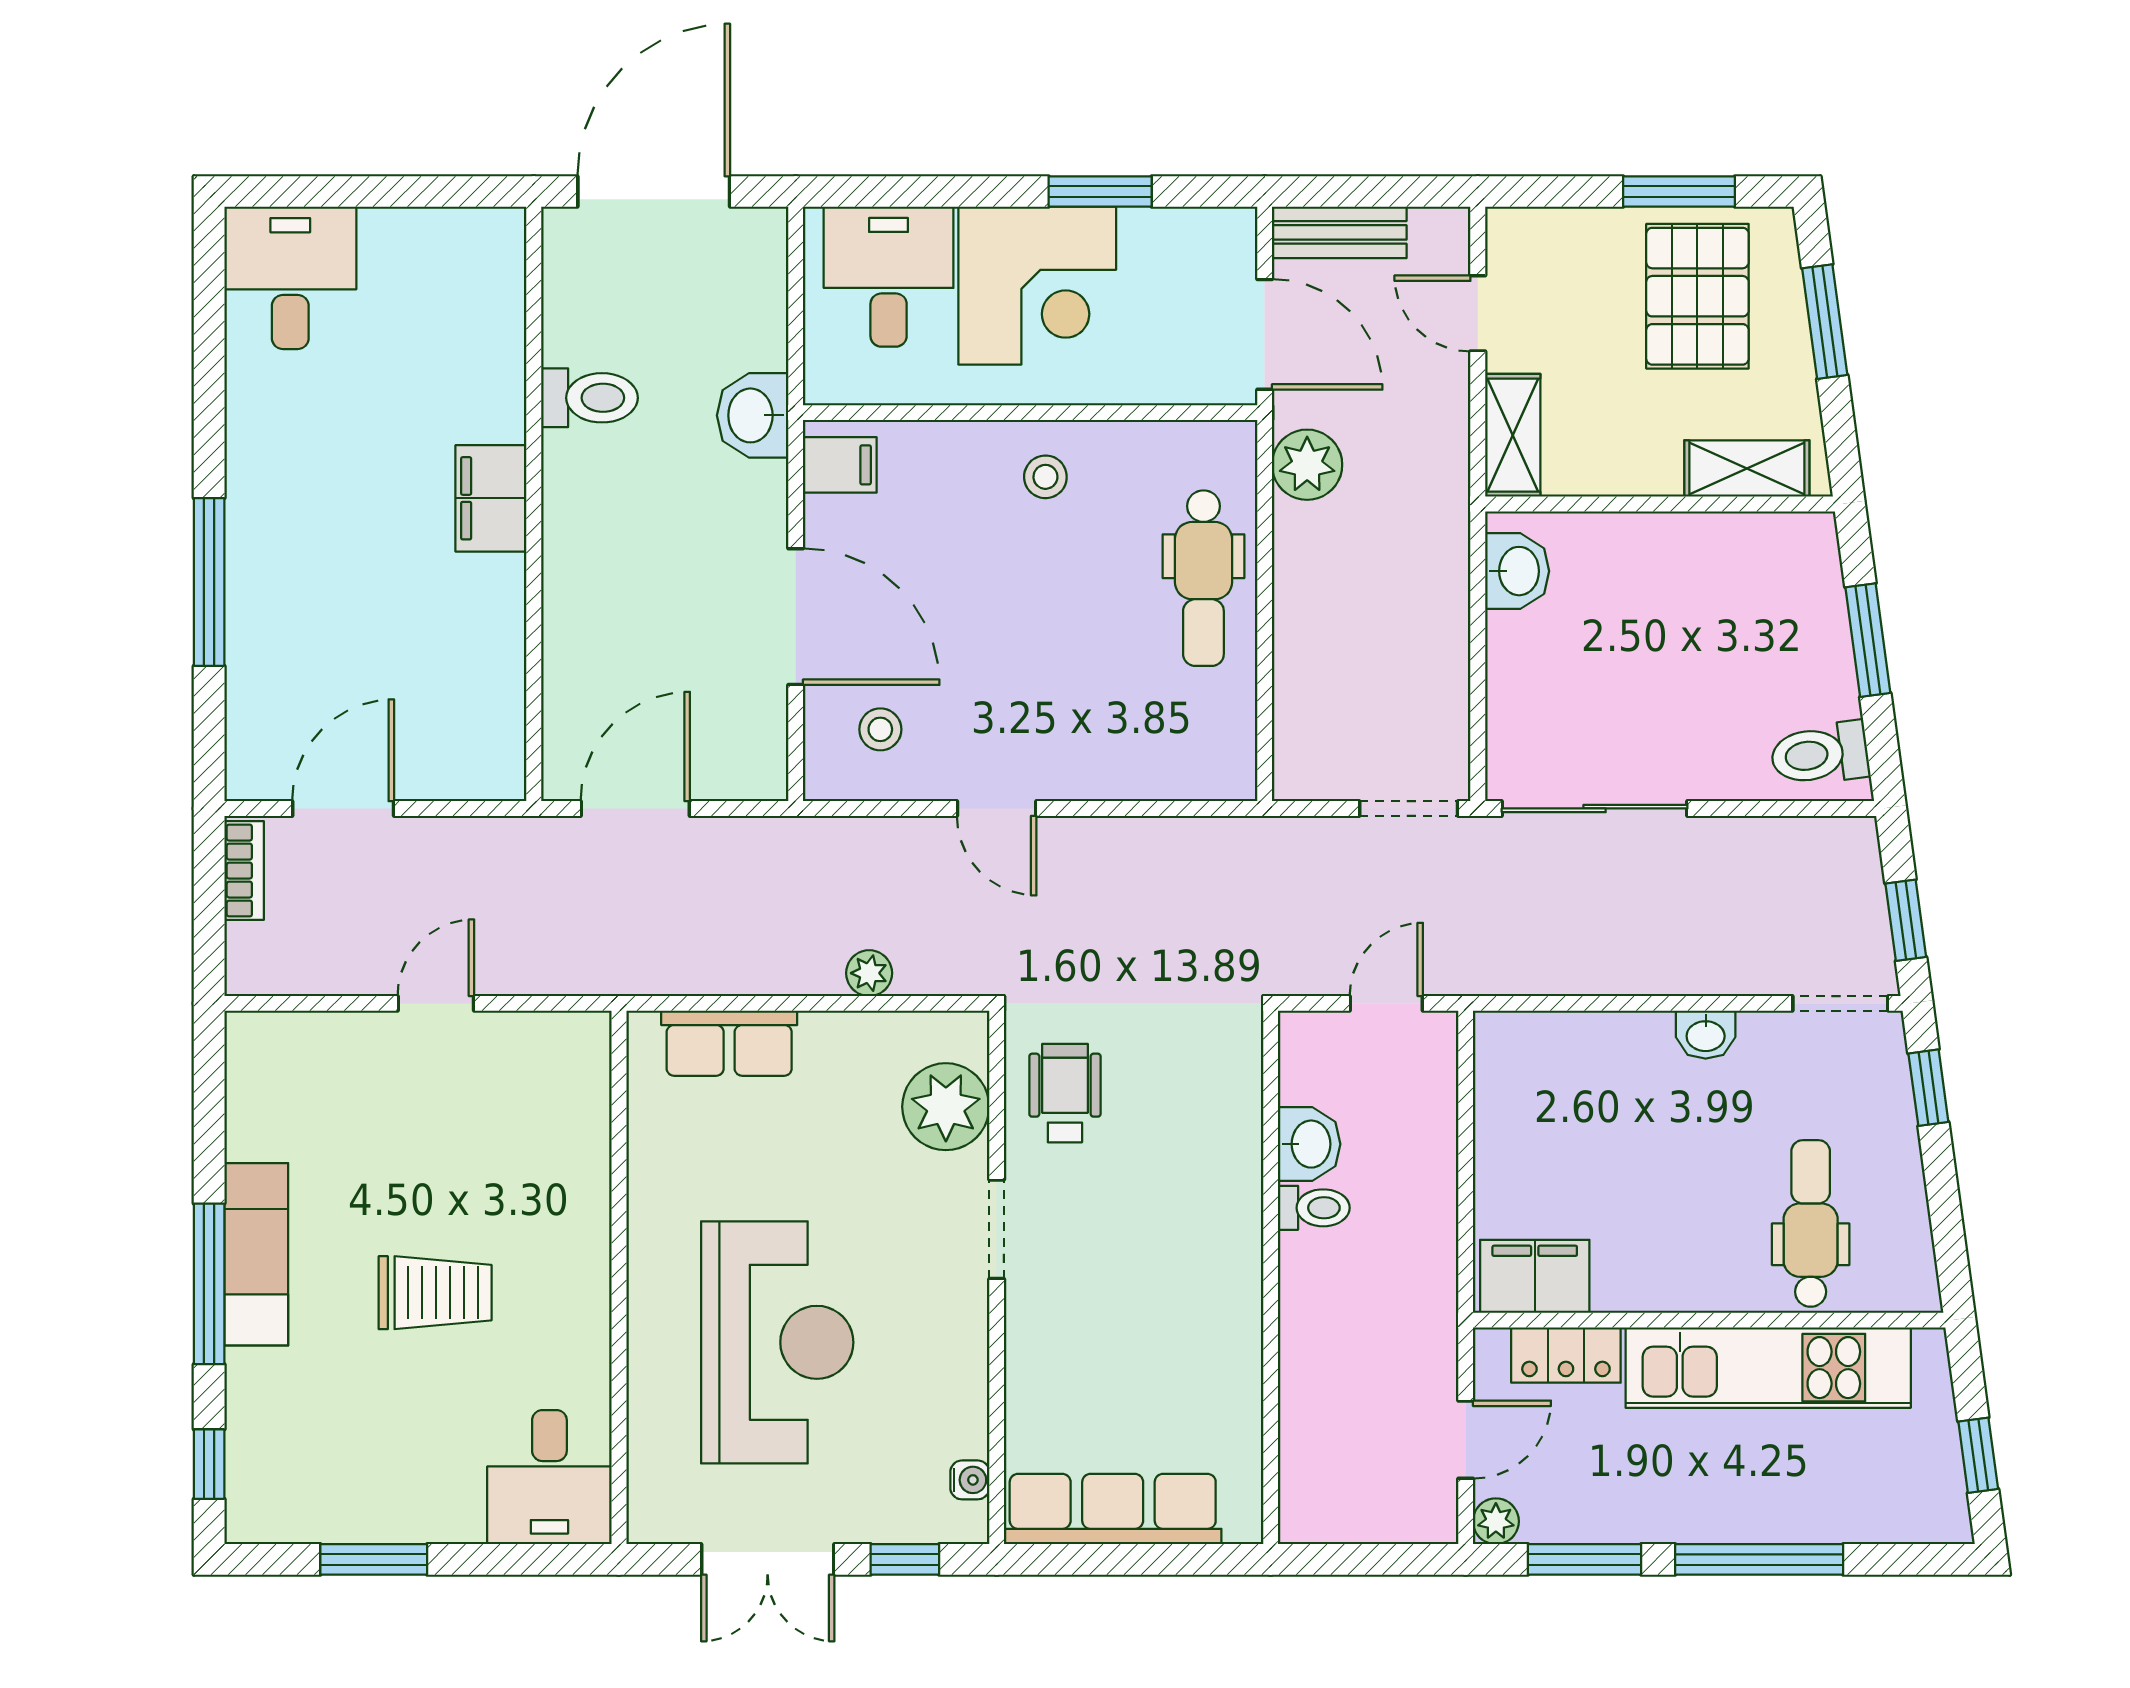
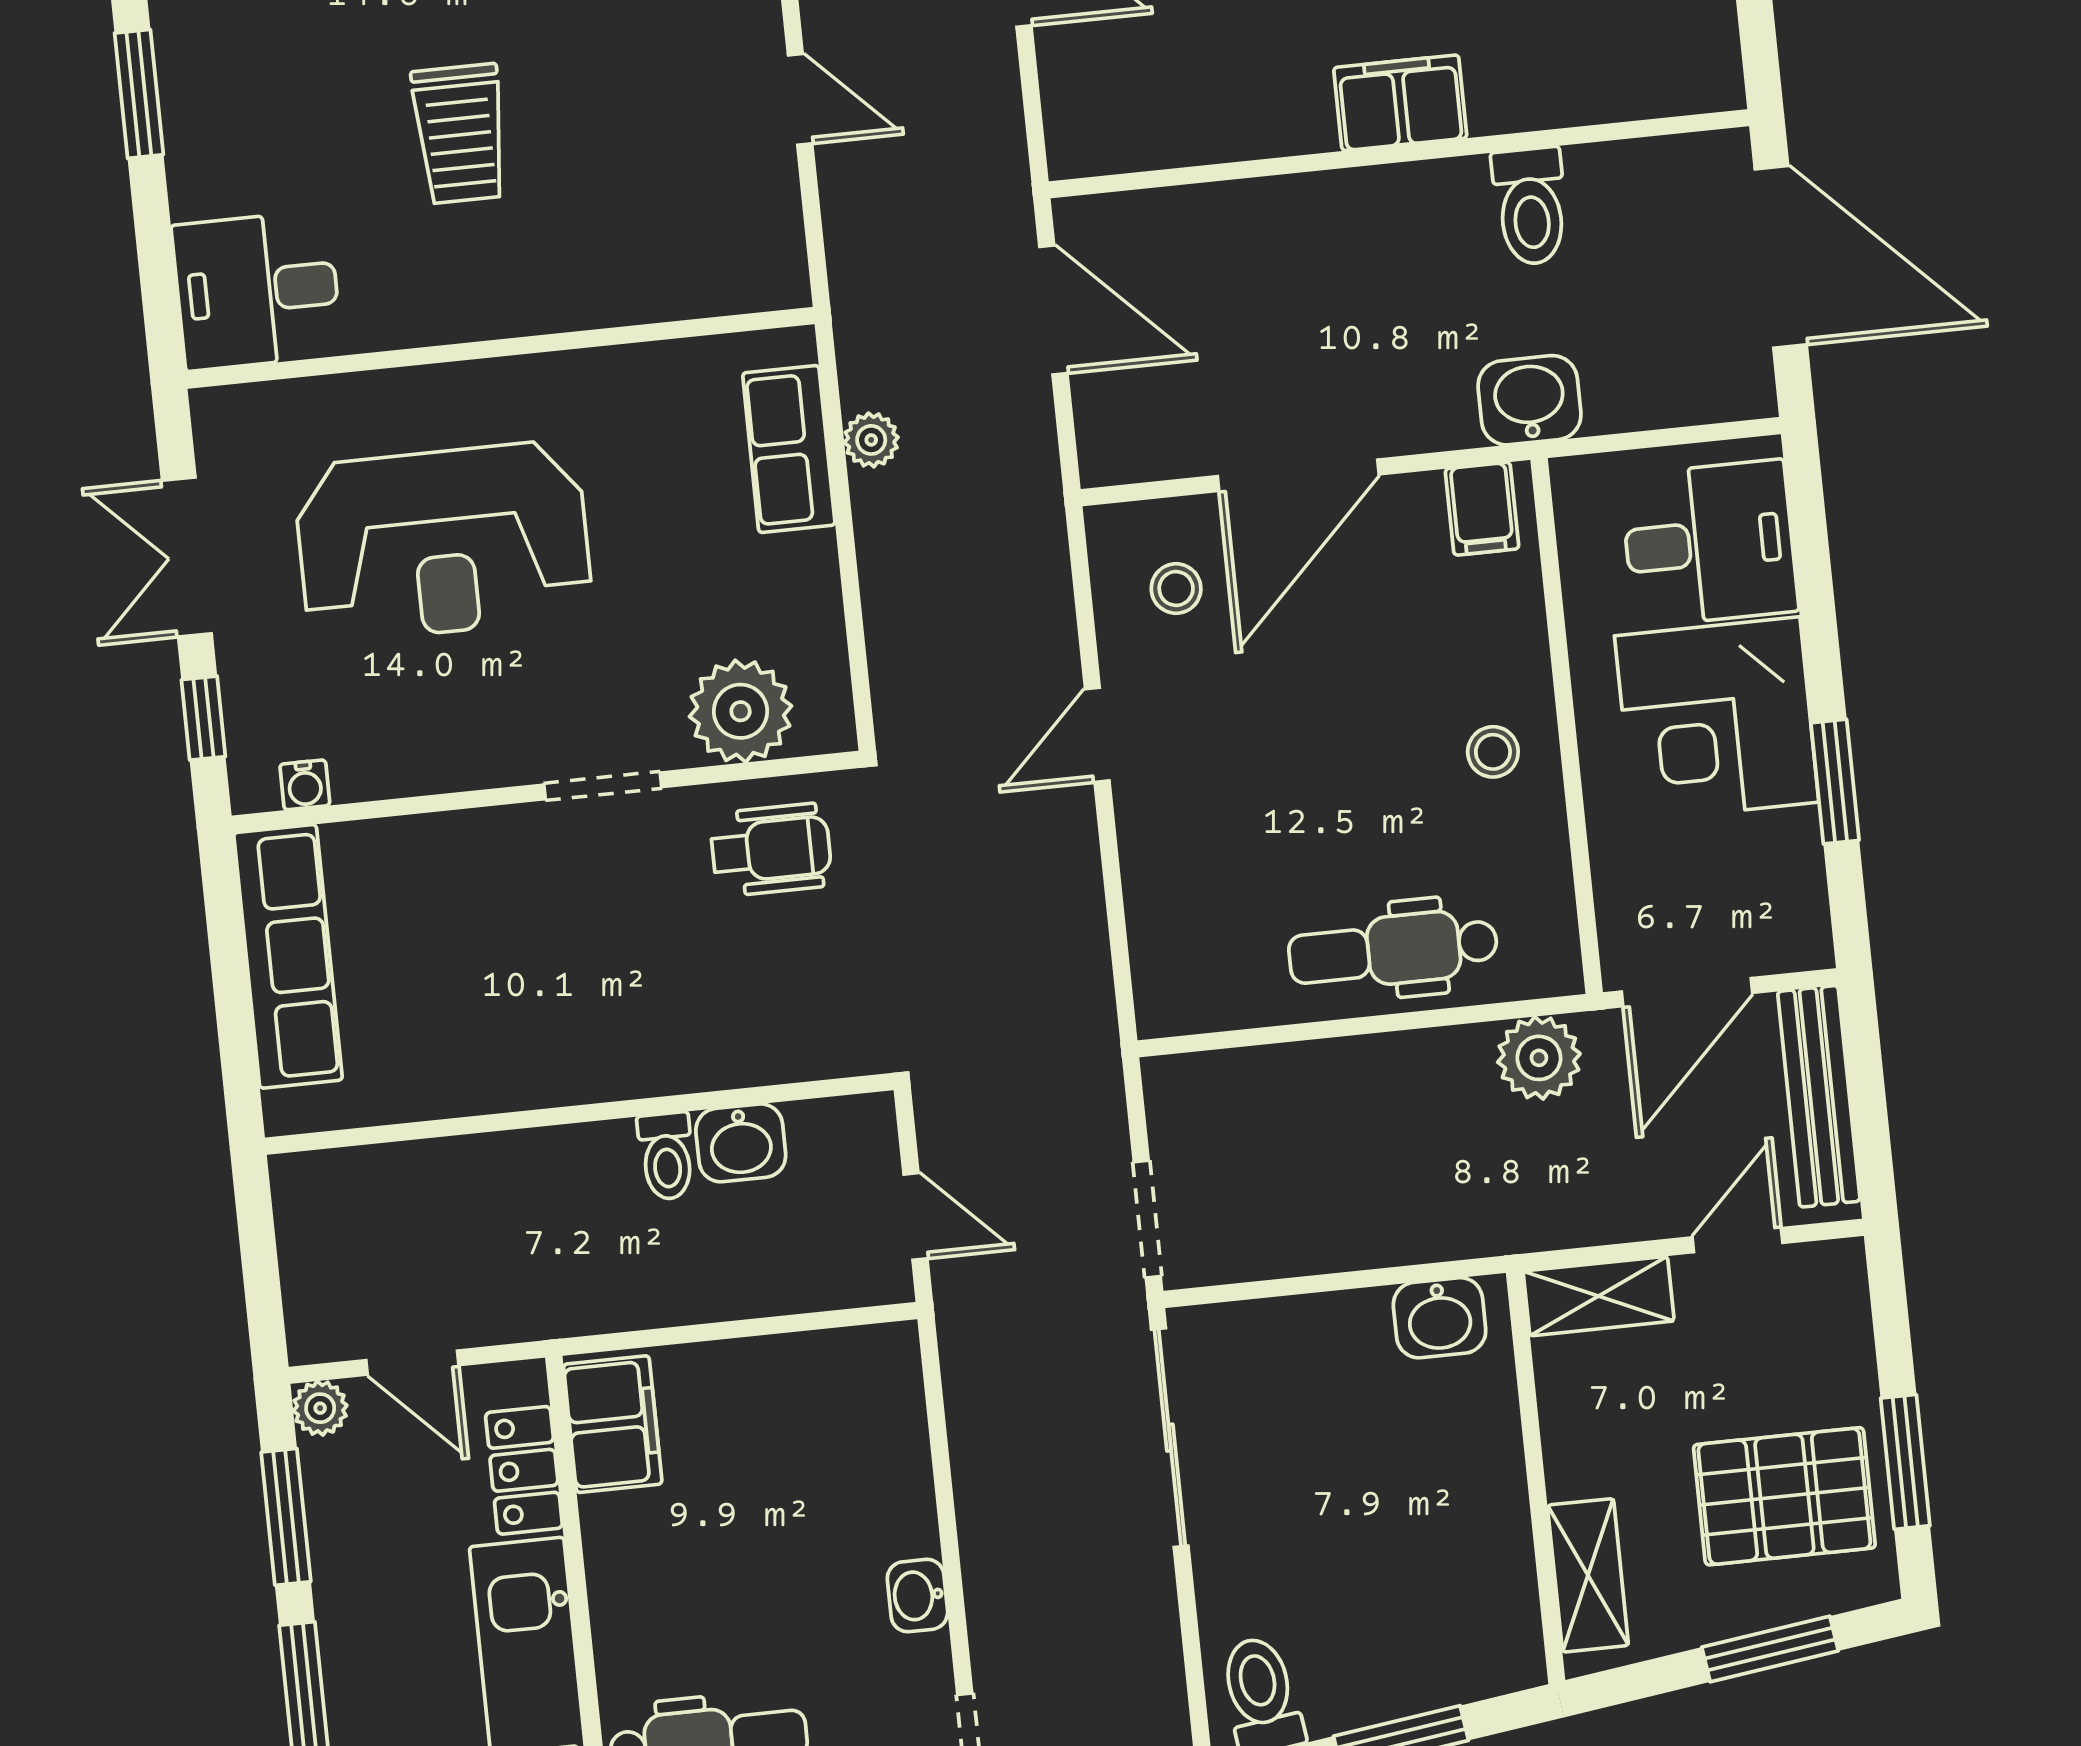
bench: (1339, 232) -> (1819, 1096), width x1.36
plant: (869, 973) -> (871, 440), moved

